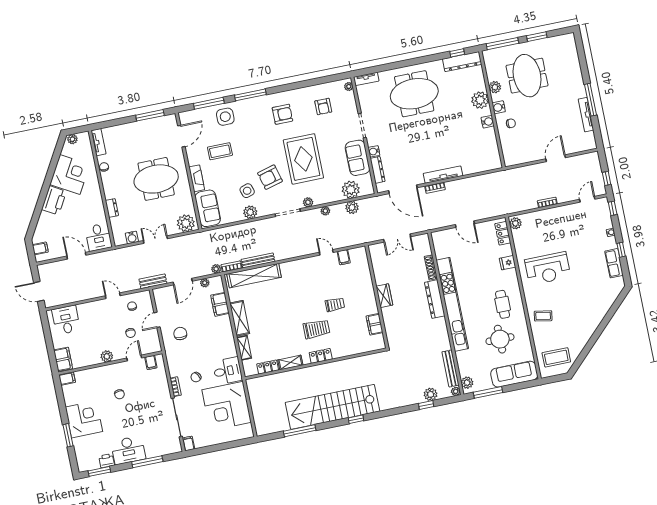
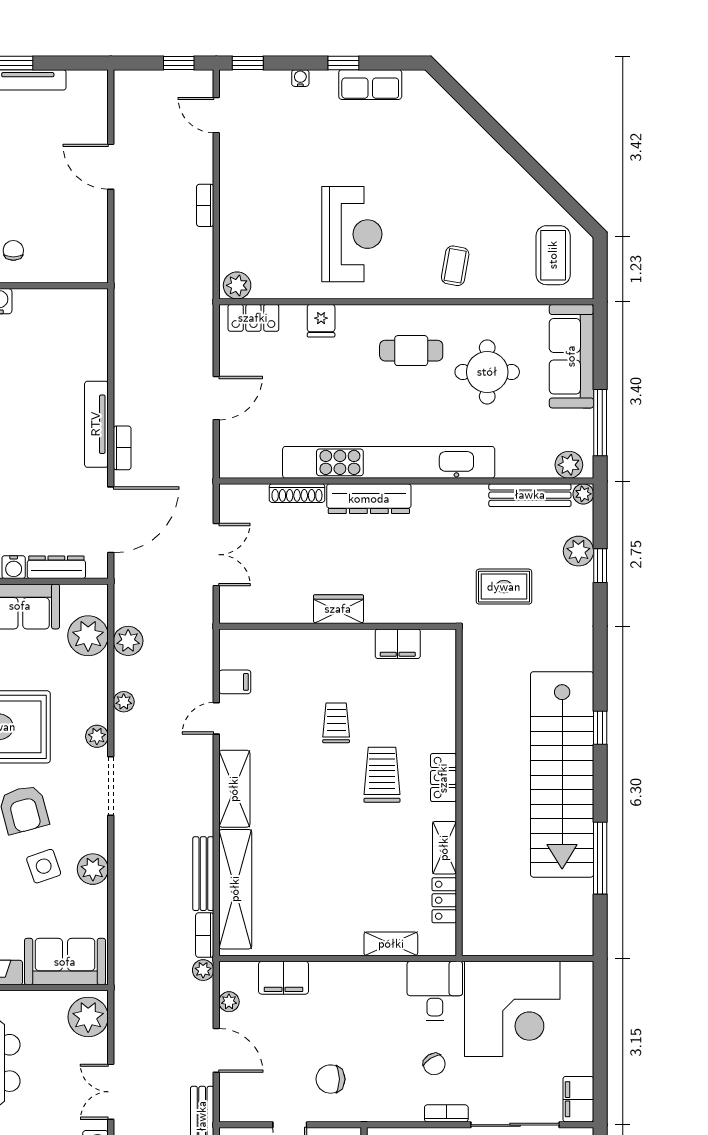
shelving: (240, 318) -> (234, 789), moved, turned 90
rug: (409, 365) -> (504, 587), added
filing cabinet: (188, 444) -> (578, 1099), width x2.00

